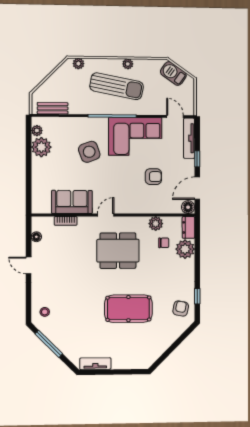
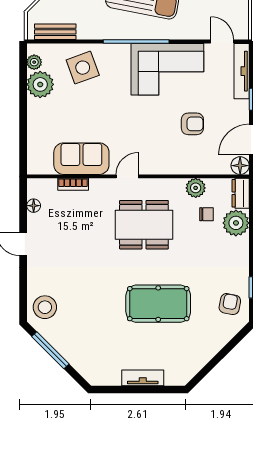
side table: (89, 152) -> (83, 68), moved
stool: (45, 312) -> (45, 307), width x1.89, depth x1.89
tv unit: (95, 364) -> (143, 378), moved

